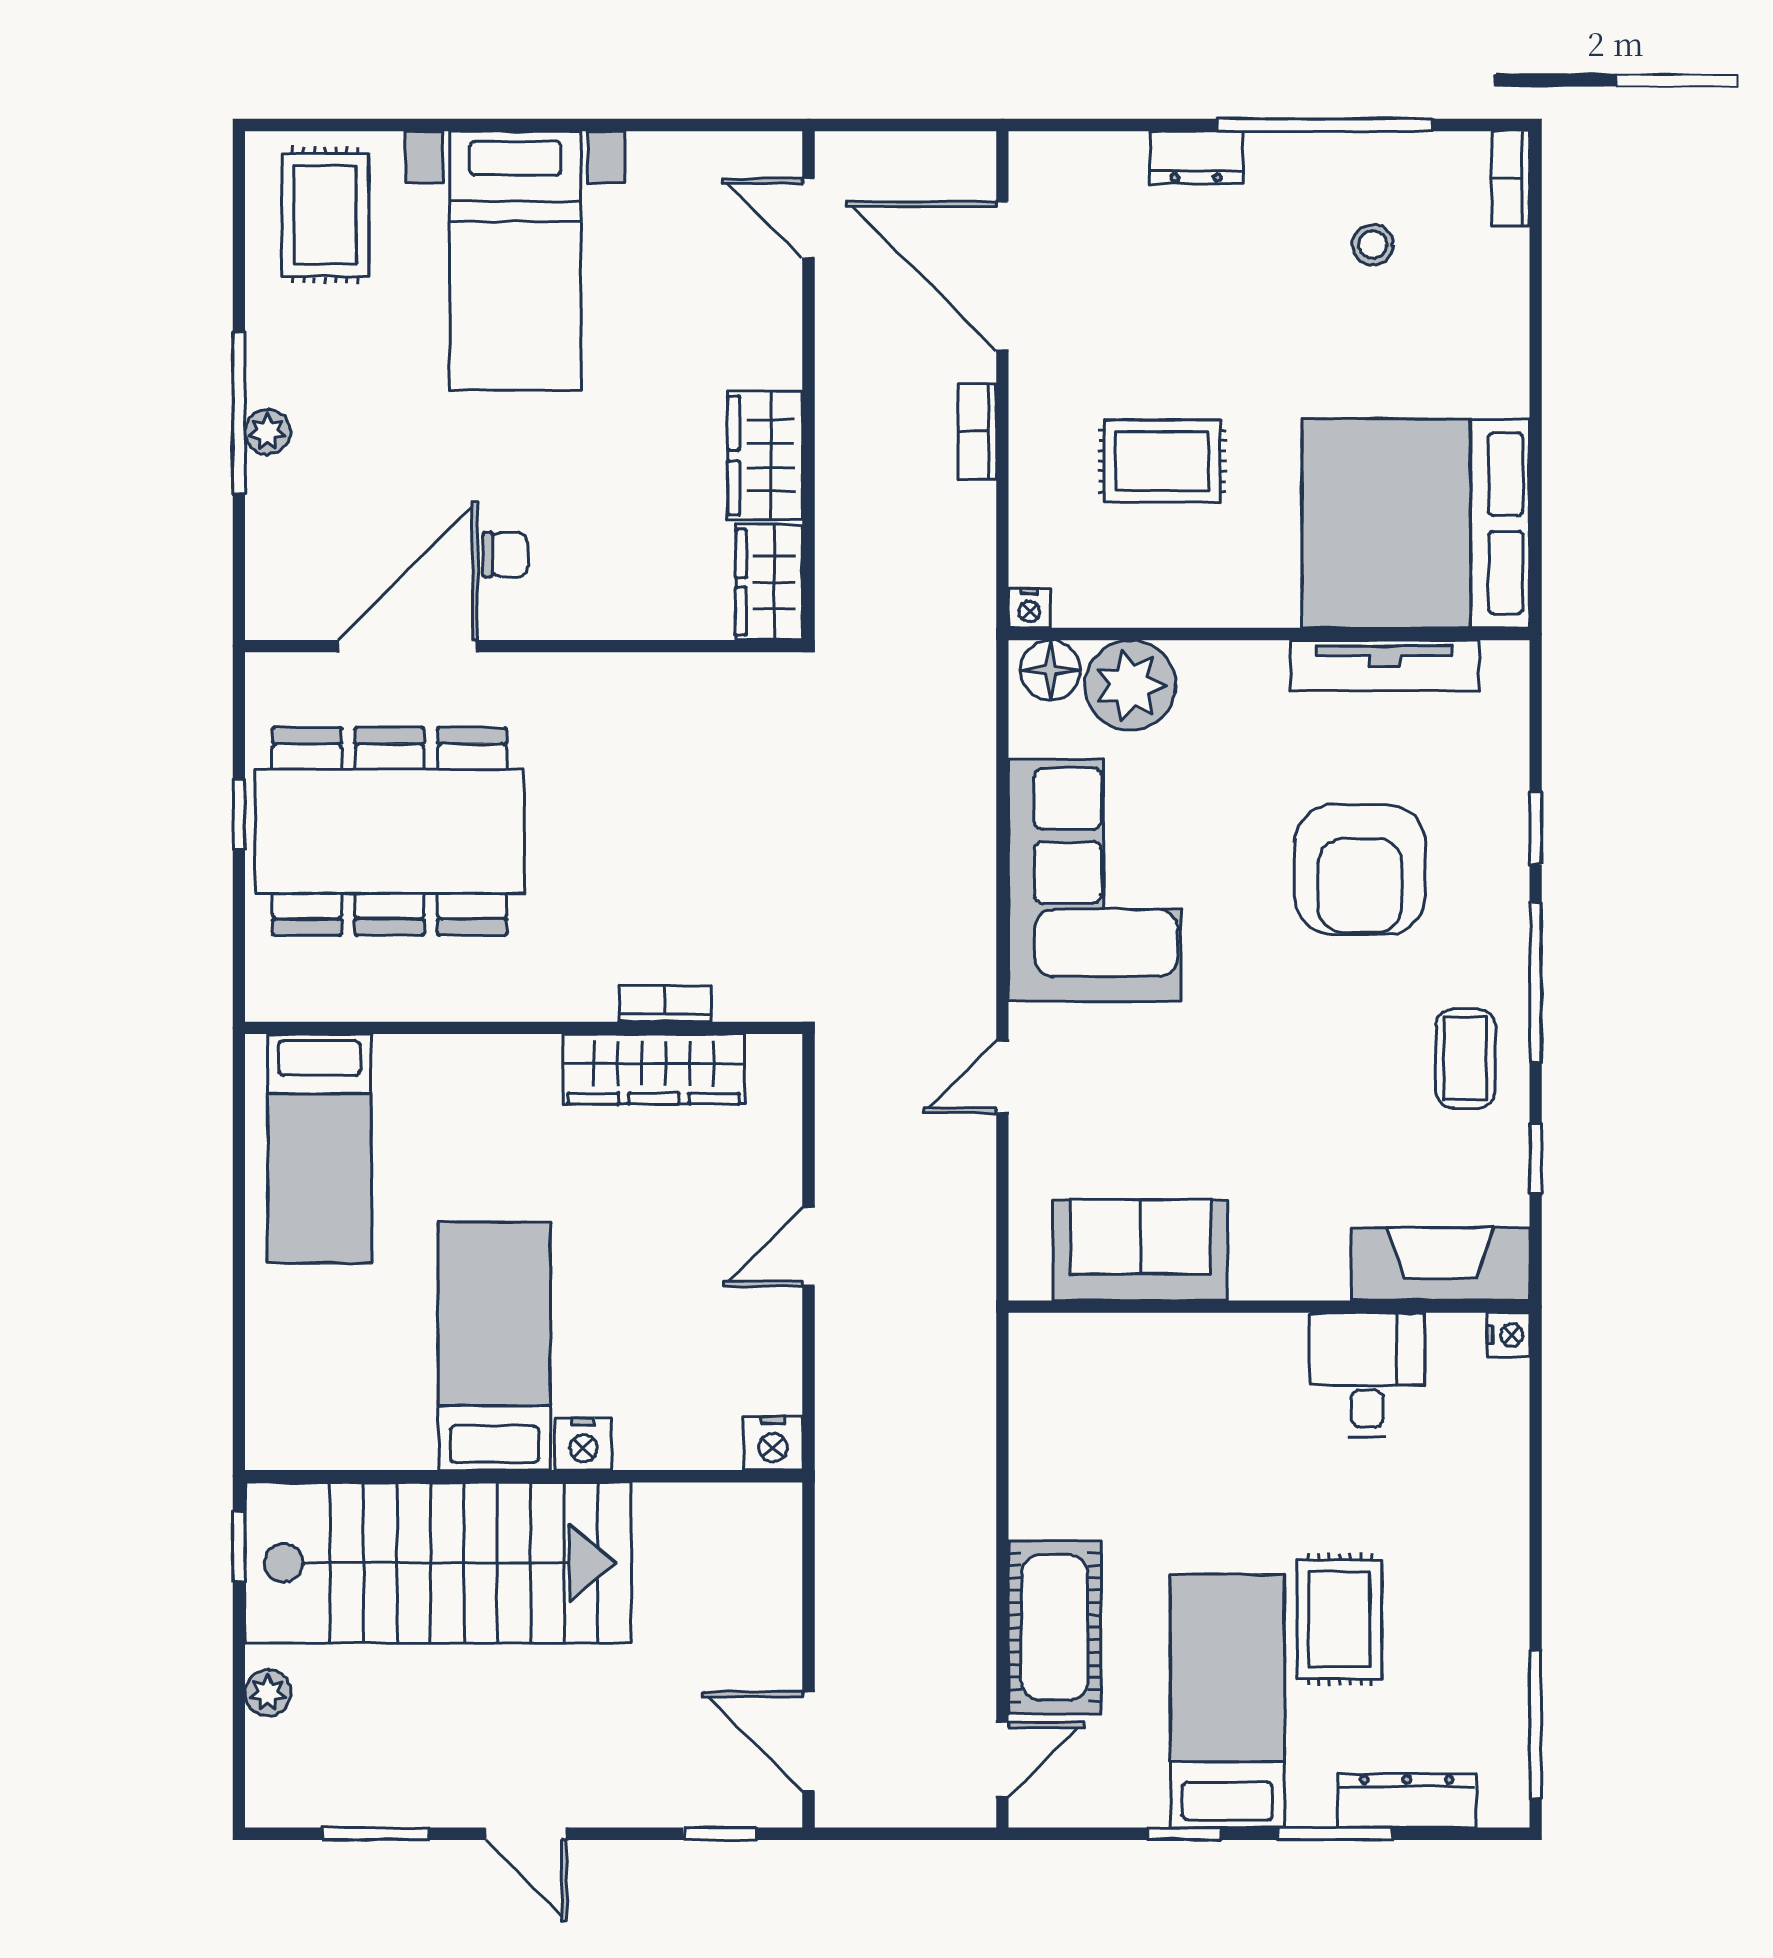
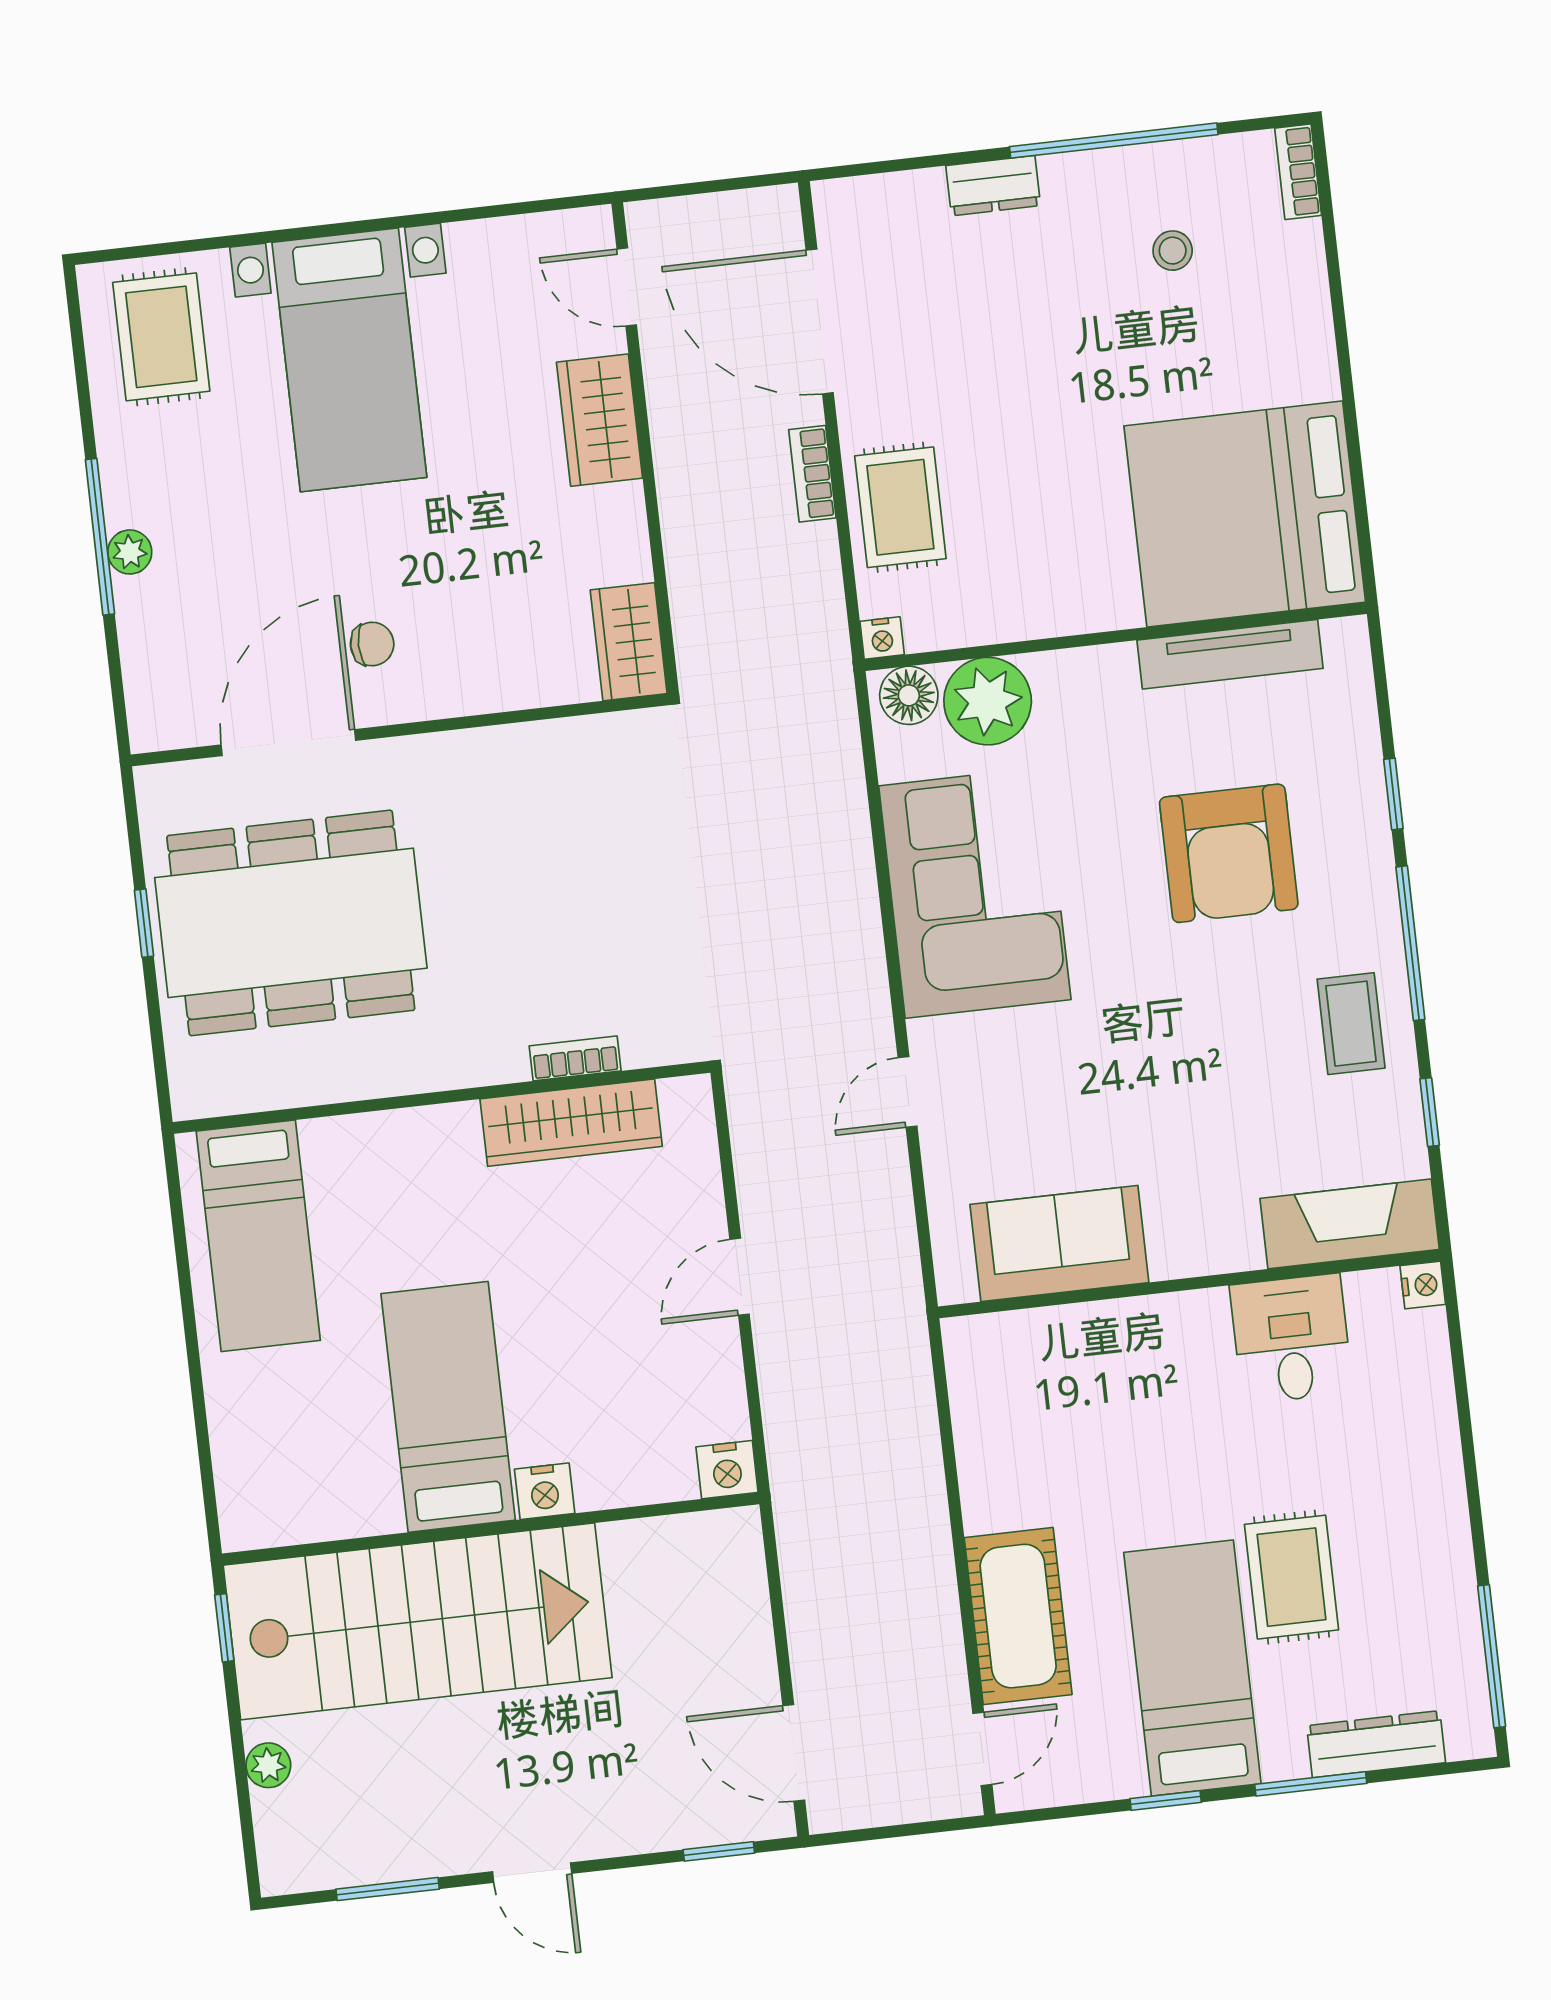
wardrobe: (765, 455) -> (600, 420), moved
rug: (1162, 461) -> (900, 507), moved, turned 90

